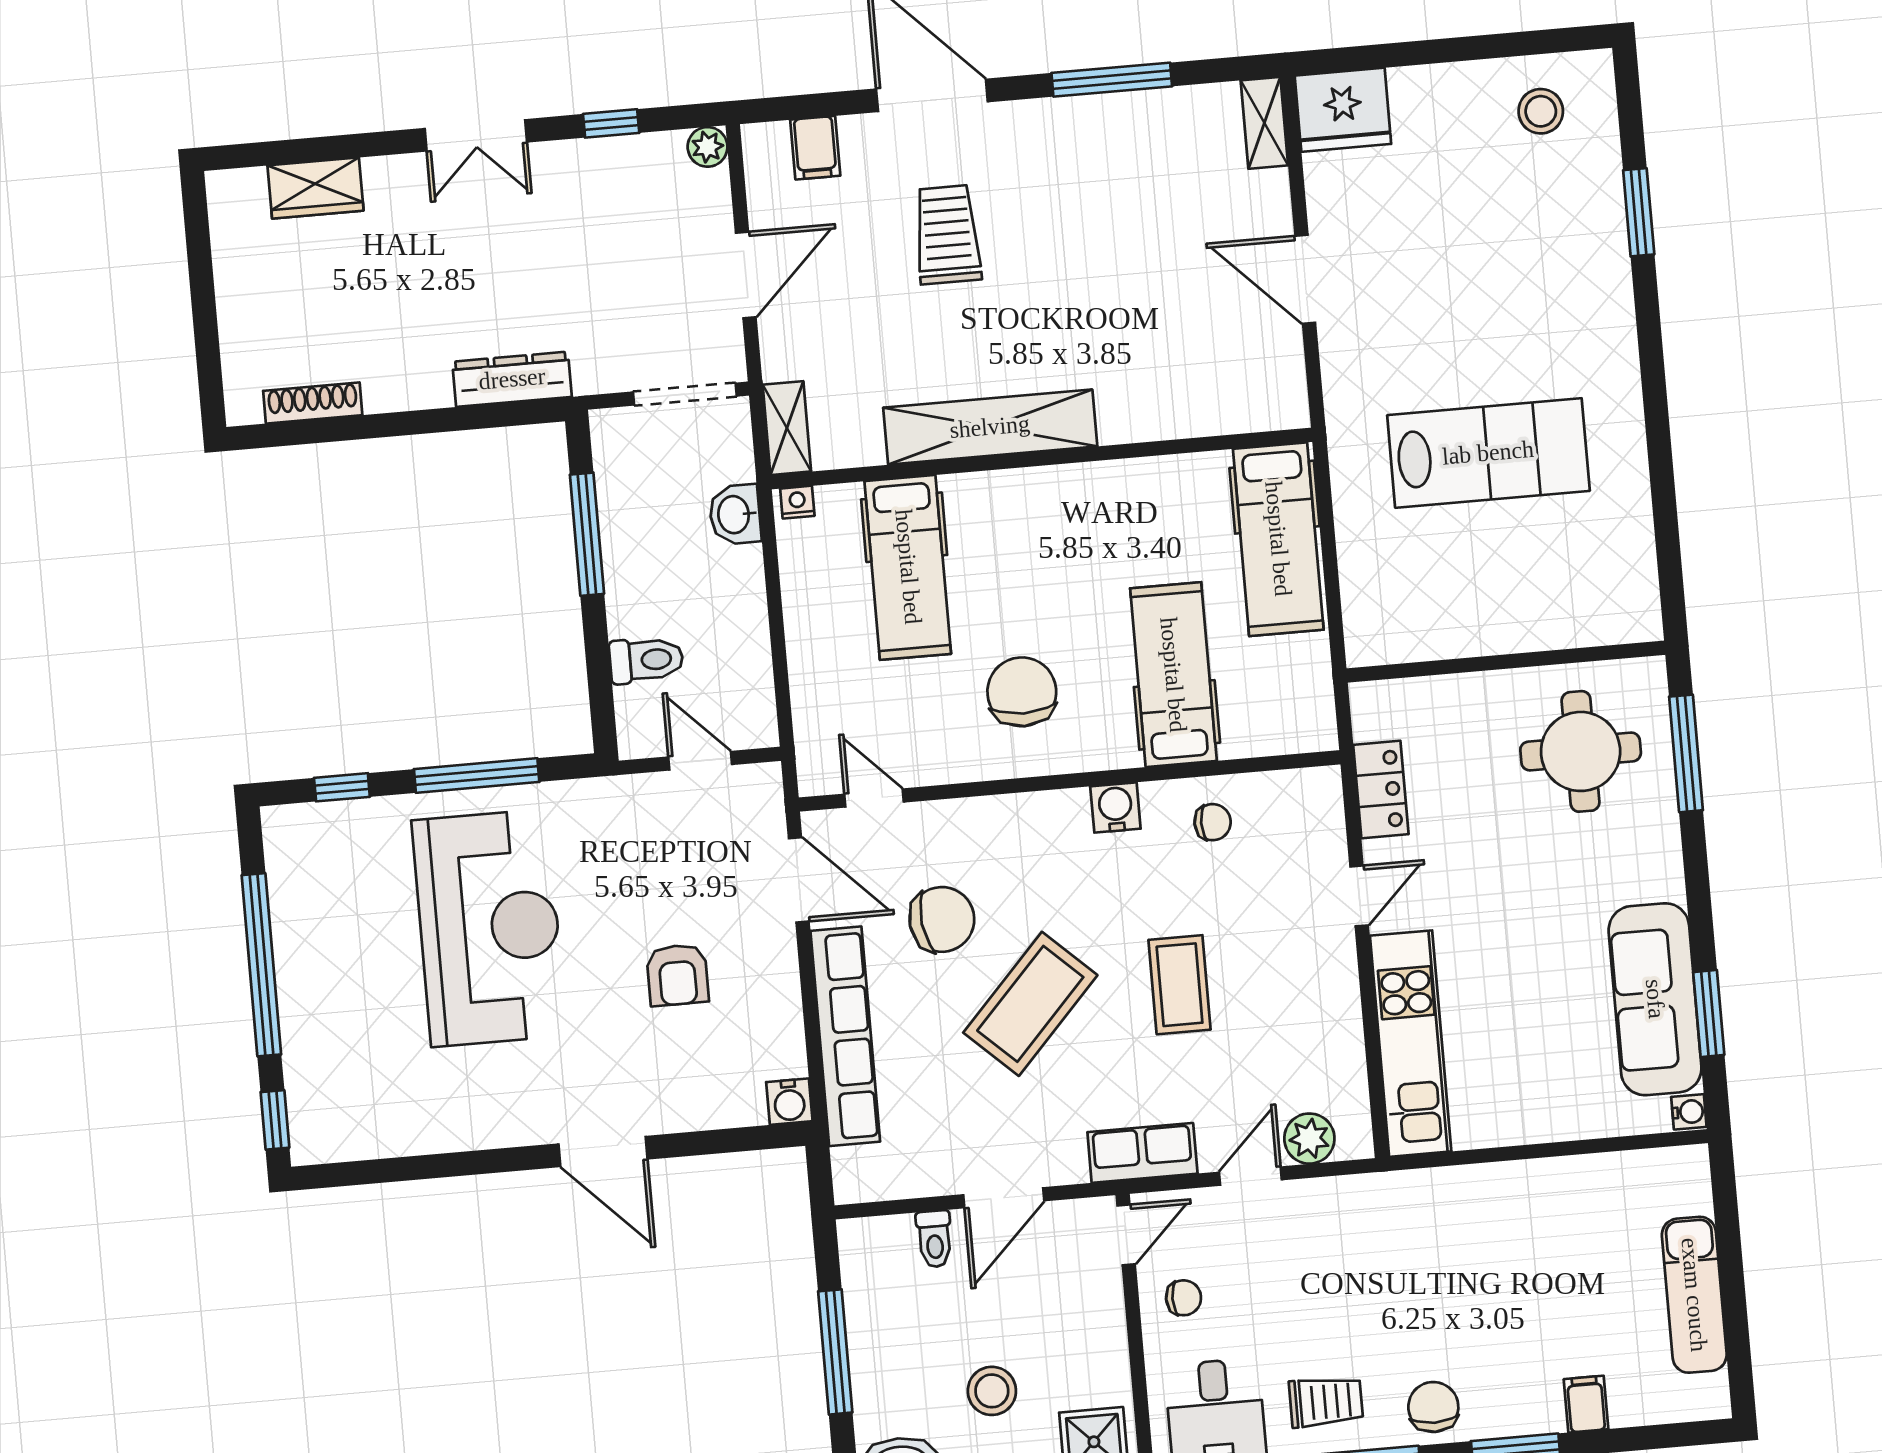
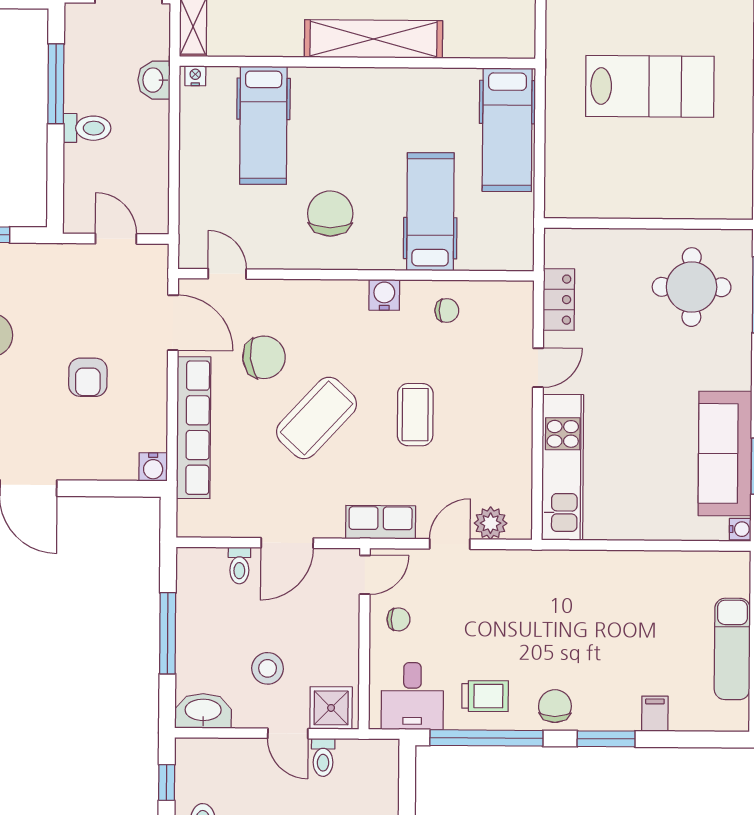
shelving: (990, 427) -> (374, 39), moved
toilet: (646, 660) -> (87, 128), moved

